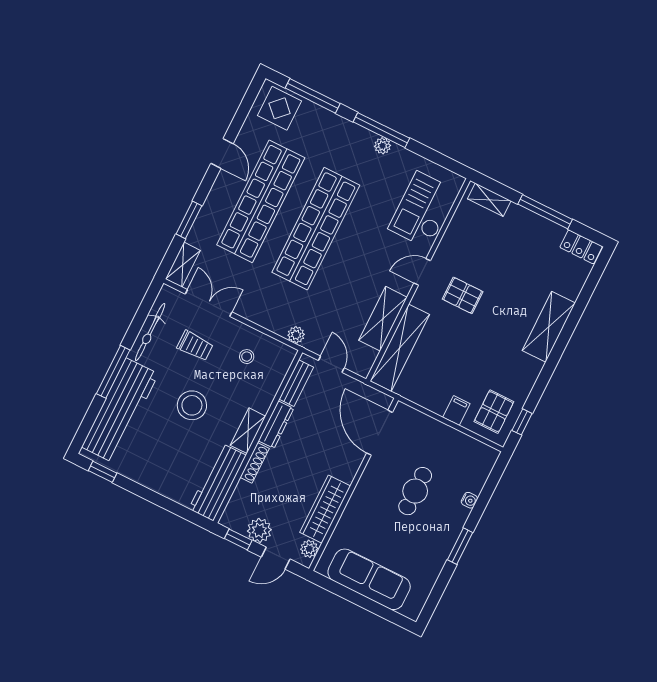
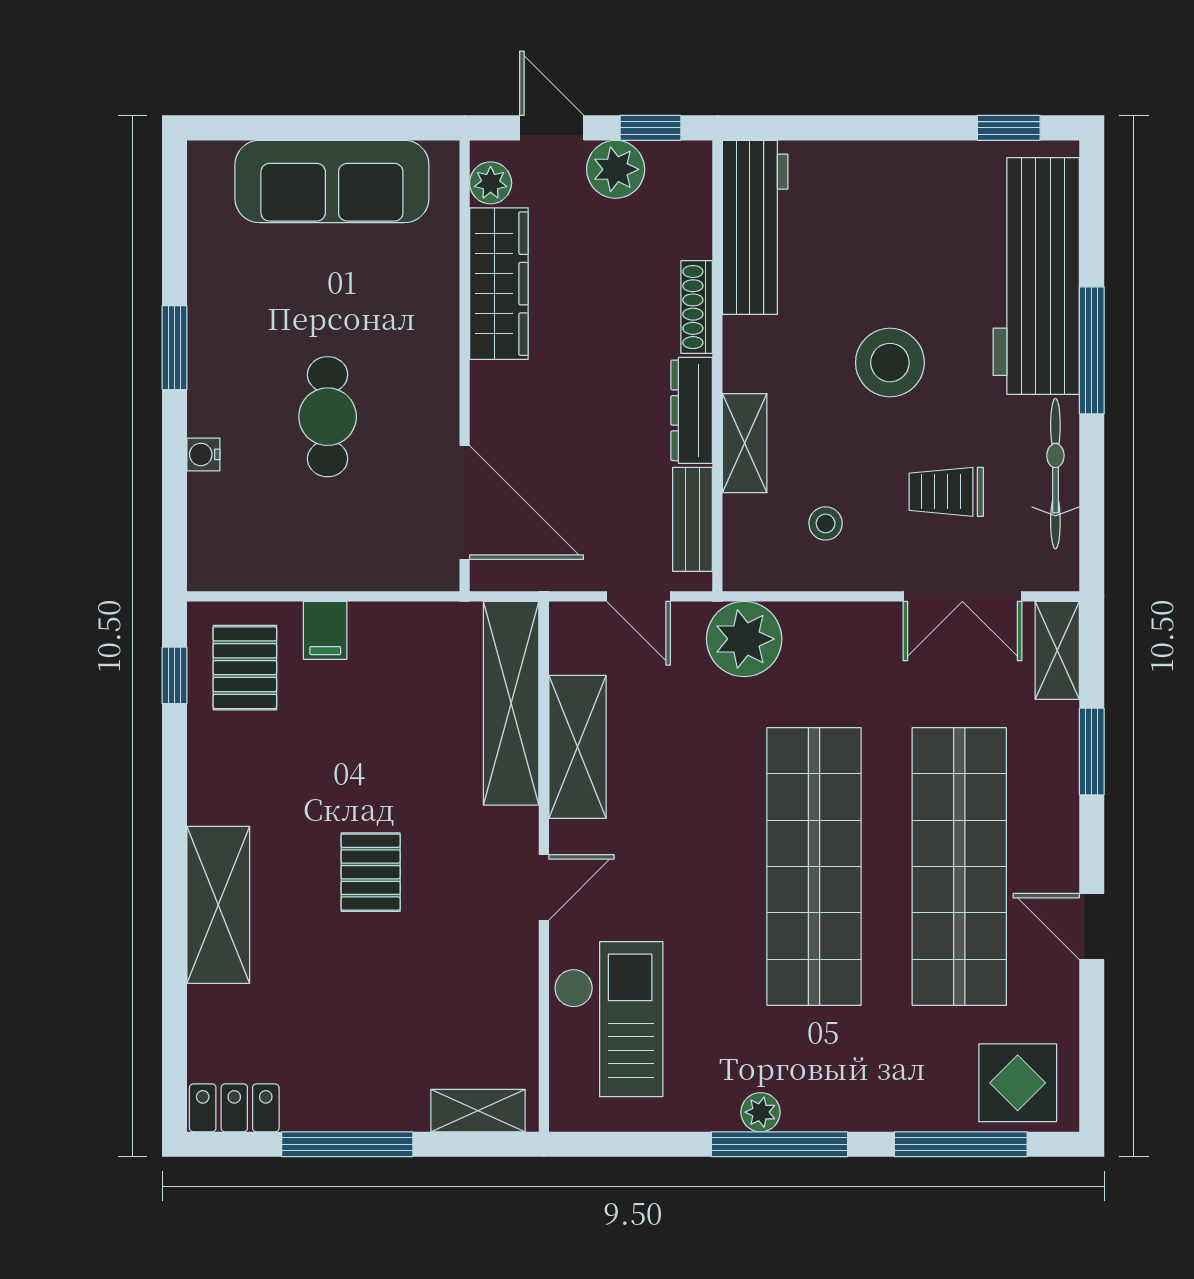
pallet: (463, 295) -> (371, 872), moved, turned 90
plant: (296, 335) -> (744, 639), width x1.87, depth x1.87
shelving: (248, 431) -> (745, 443), moved
door: (276, 558) -> (552, 128), hinge flipped

